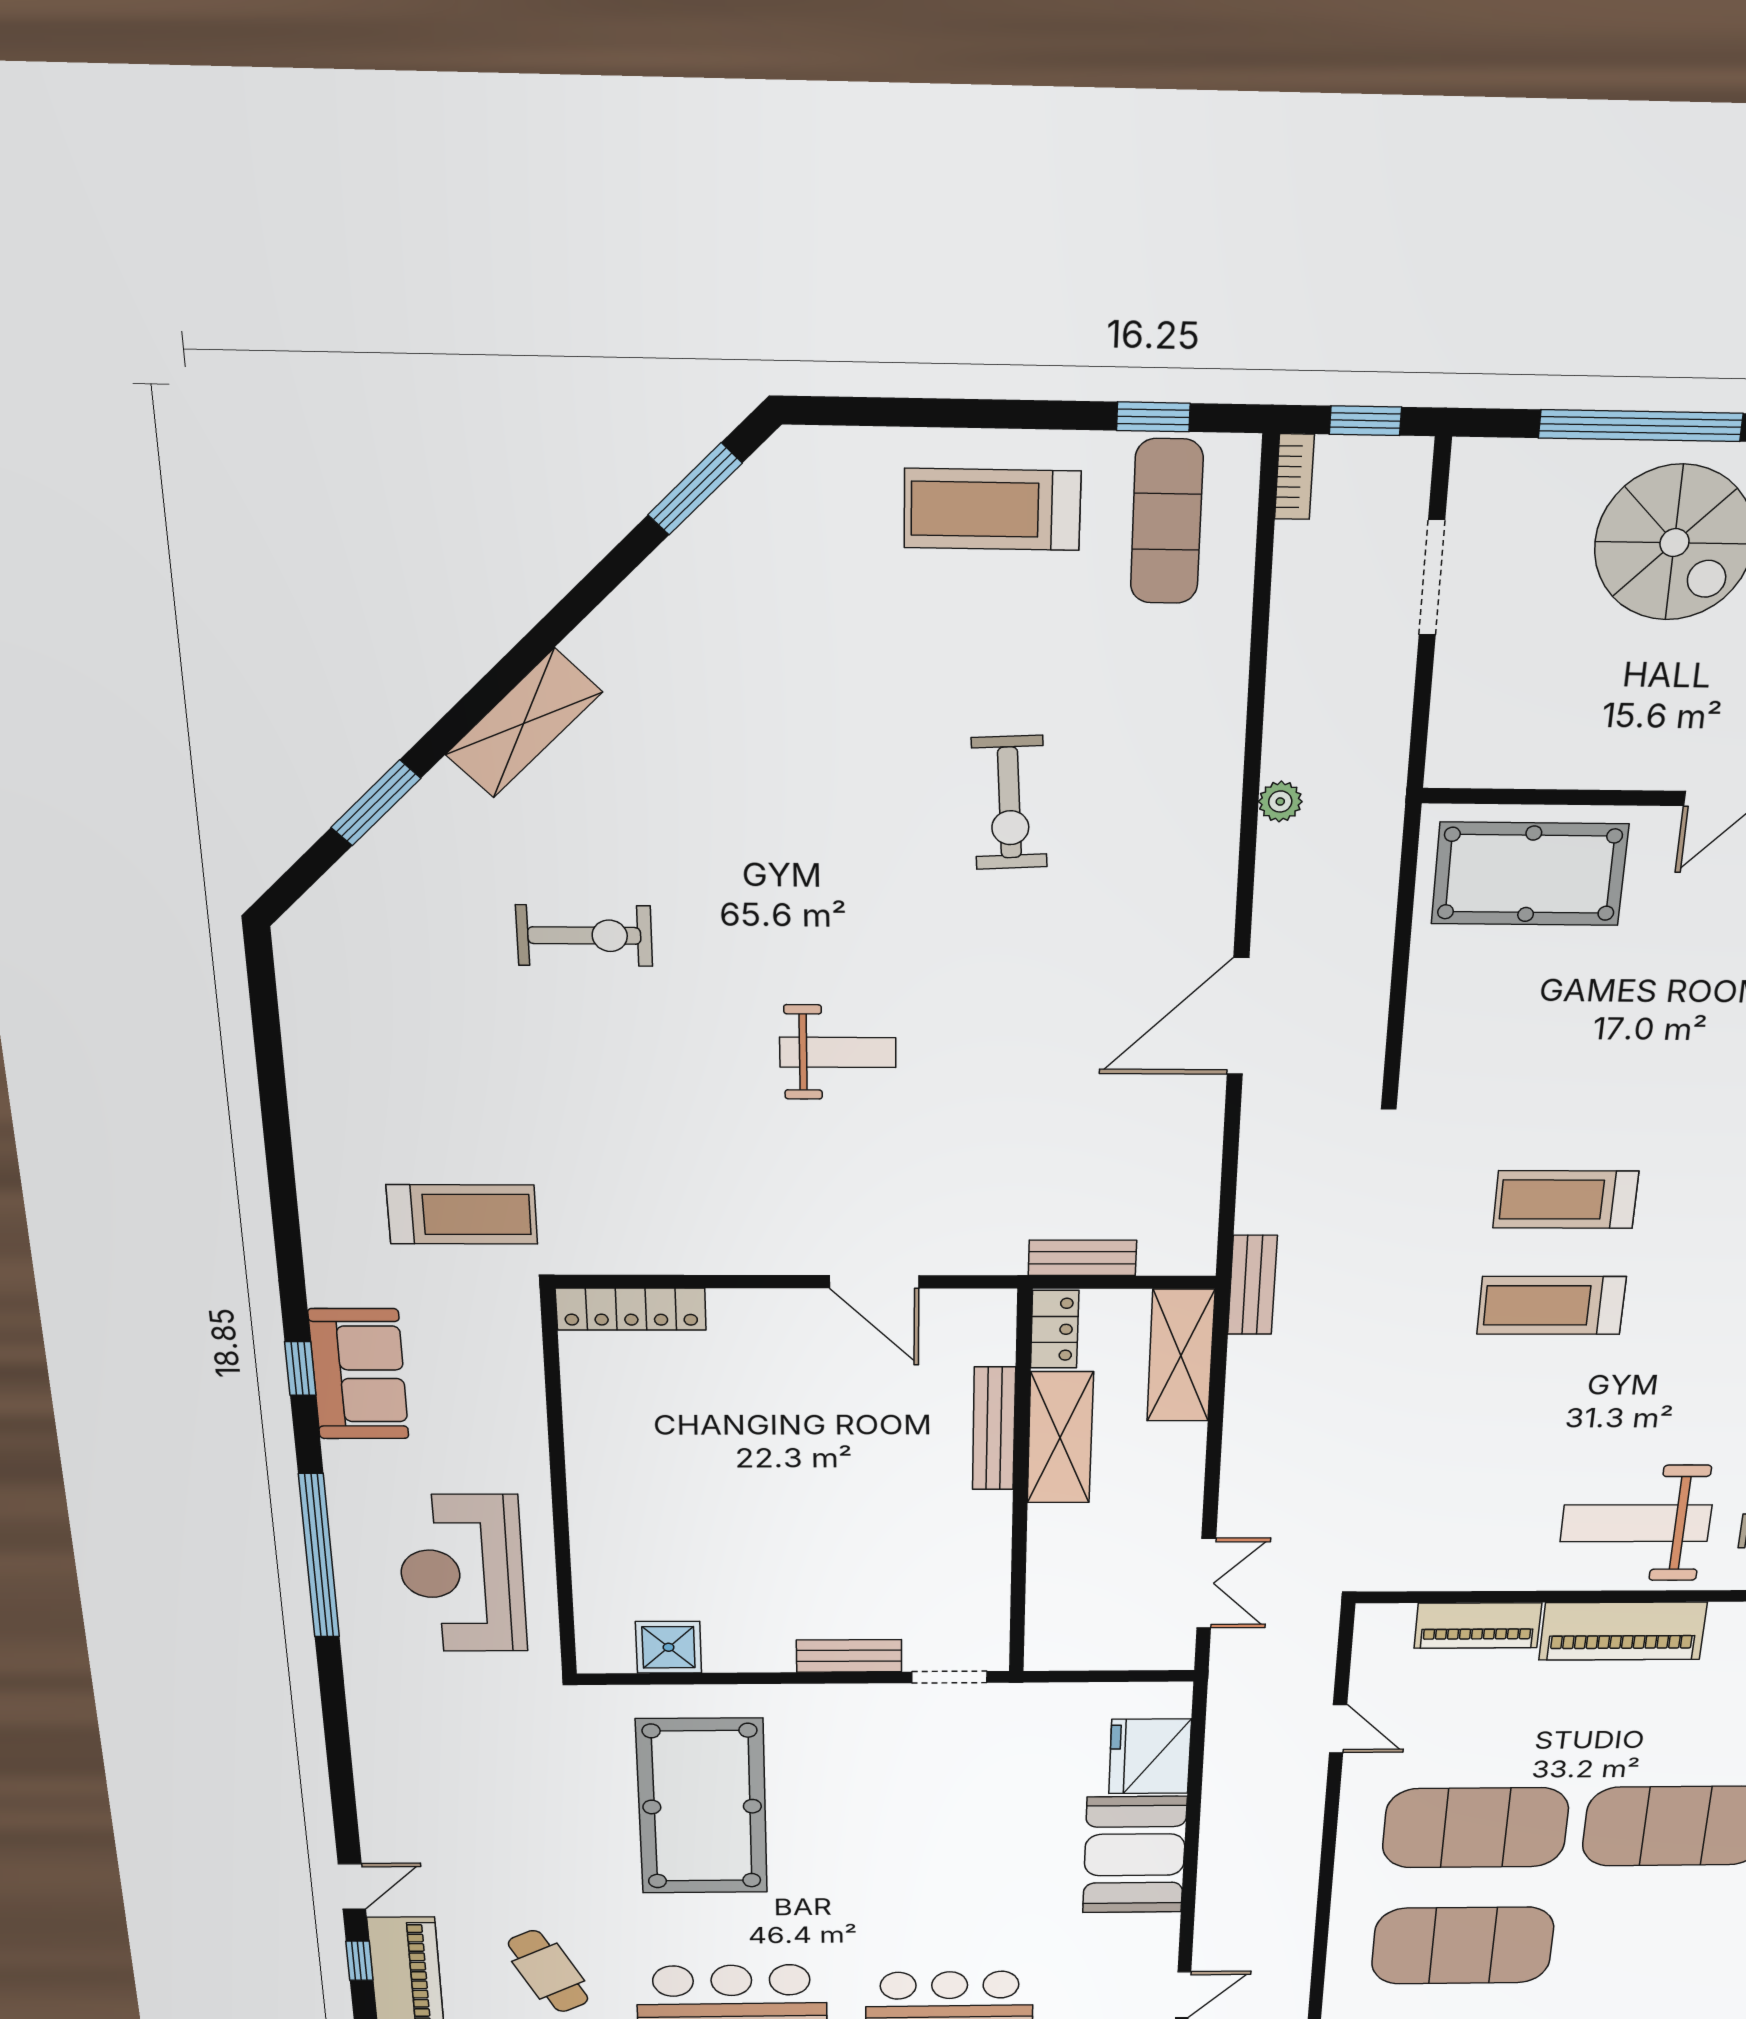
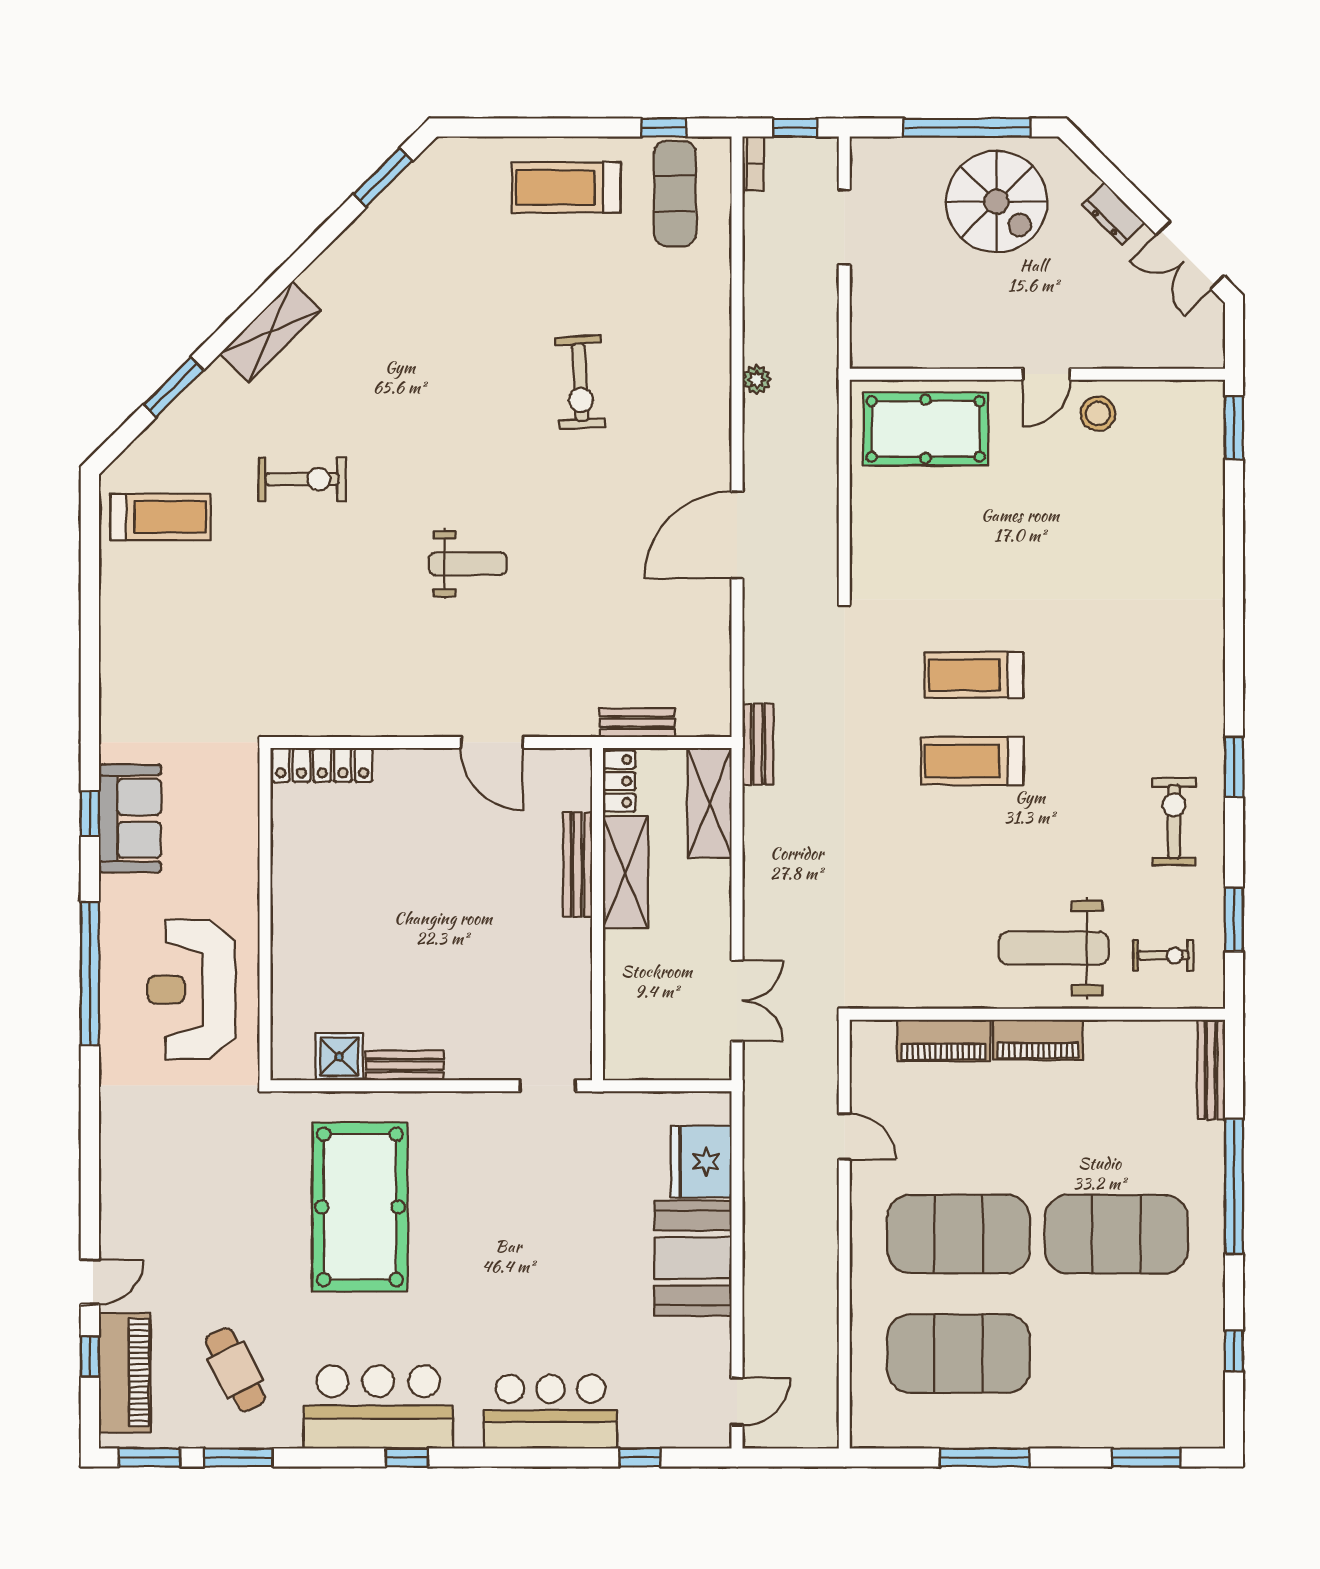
treadmill: (462, 1214) -> (160, 517), moved
piano: (1623, 1631) -> (1038, 1040), width x0.73, depth x0.75
bench: (849, 1656) -> (405, 1065), moved

